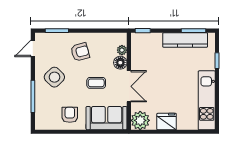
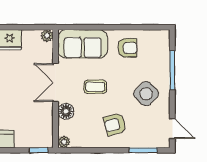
door: (33, 48) -> (172, 129), hinge flipped
plant: (122, 50) -> (64, 142), moved
armchair: (70, 115) -> (127, 48), turned -90
plant: (140, 120) -> (47, 36), width x0.53, depth x0.53

